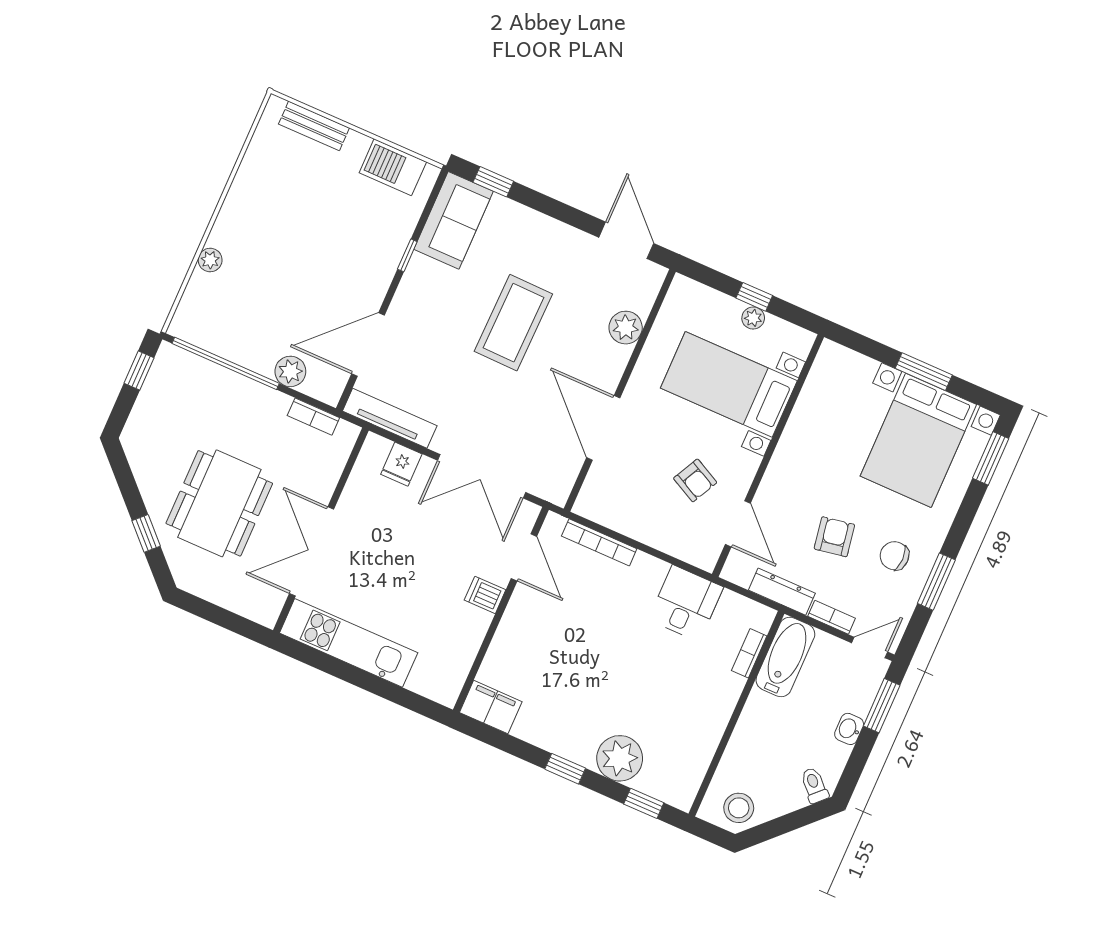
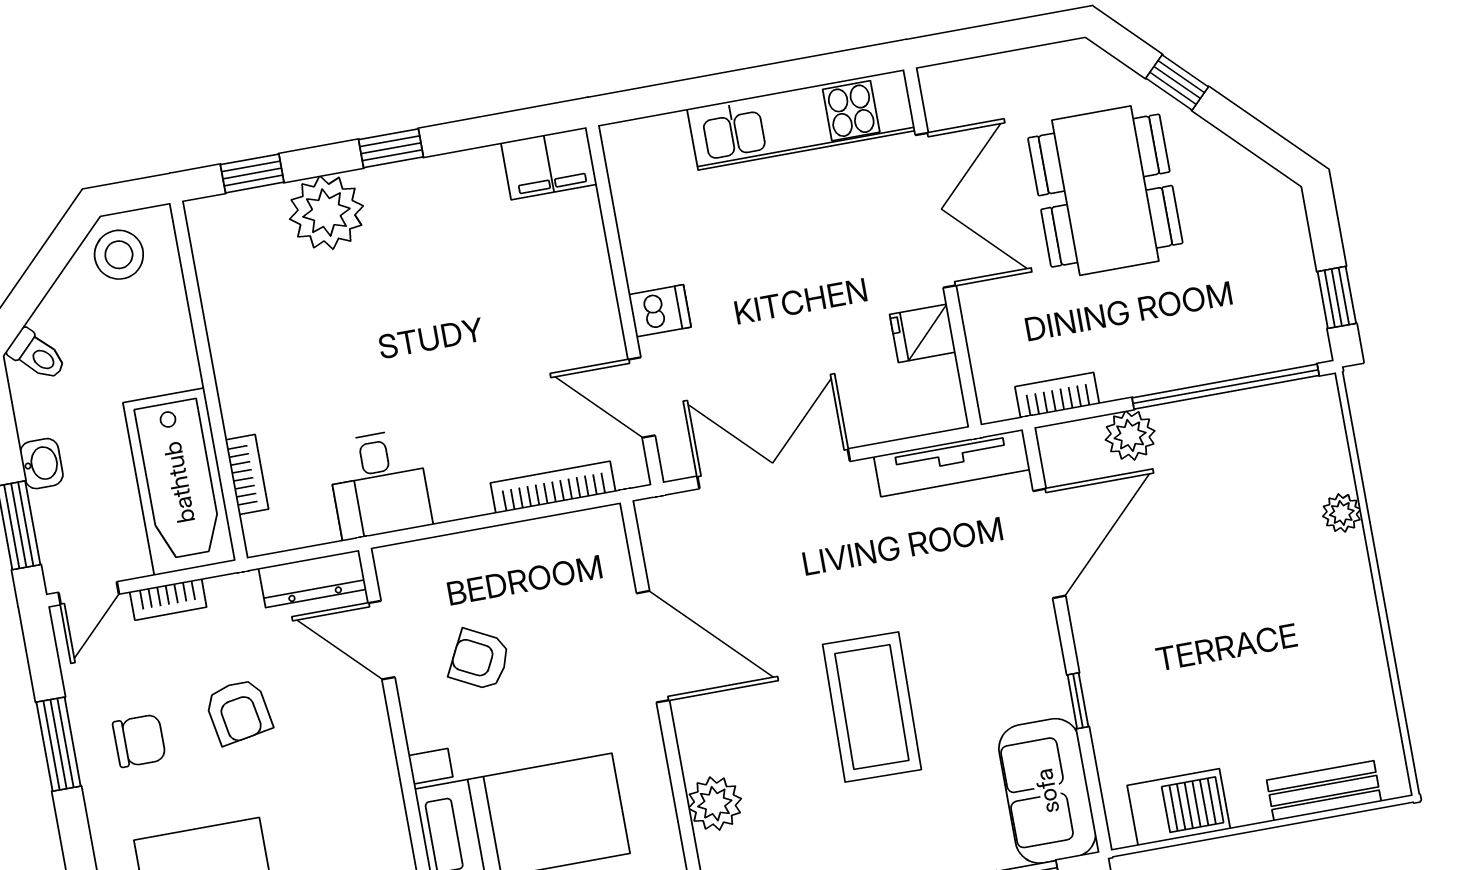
fridge: (401, 464) -> (923, 333), moved, turned -90
dresser: (782, 592) -> (312, 579), moved
bathtub: (785, 657) -> (179, 482), width x1.36, depth x1.36

